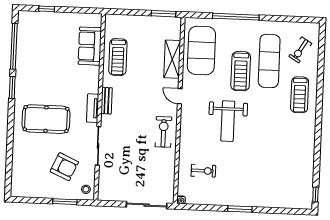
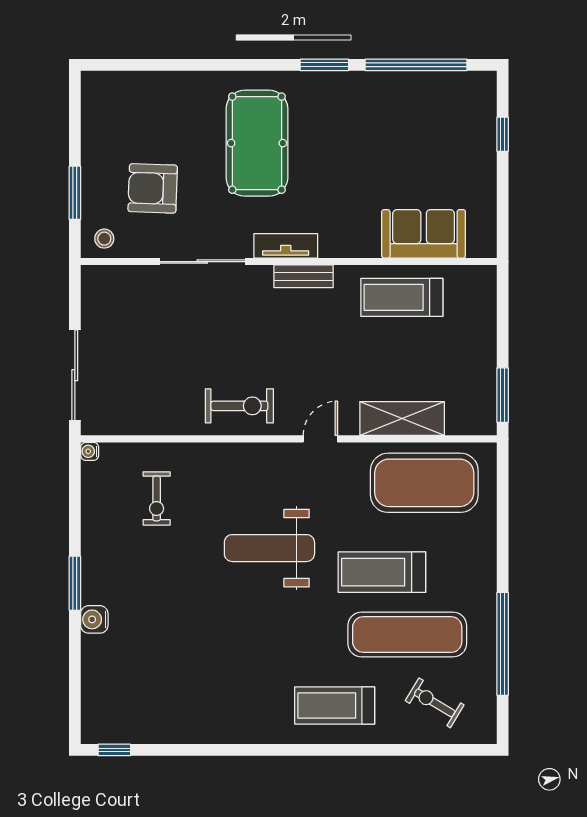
window: (236, 17) -> (503, 644), moved
armchair: (64, 167) -> (153, 188), turned 68
water cooler: (256, 201) -> (94, 619), added

